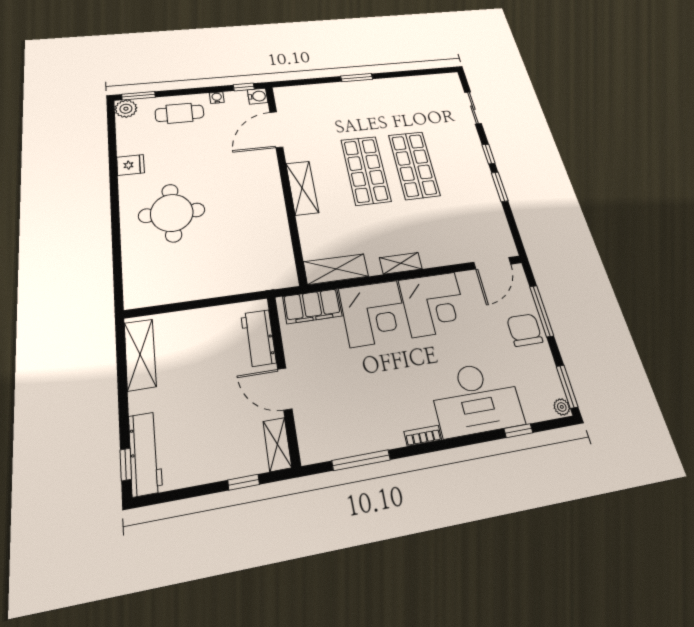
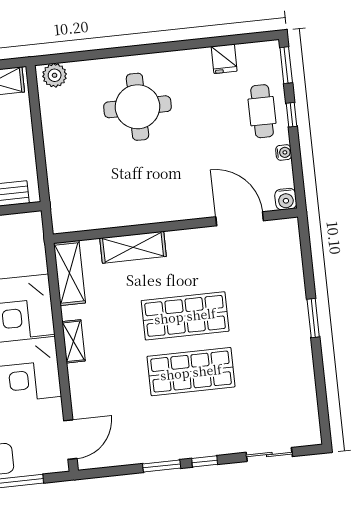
window: (244, 87) -> (291, 115), moved
plant: (126, 109) -> (55, 75), moved
fridge: (131, 165) -> (224, 59), moved
shelving: (302, 188) -> (133, 247), moved
door: (492, 263) -> (70, 440), swing flipped
filing cabinet: (312, 306) -> (31, 246), removed

